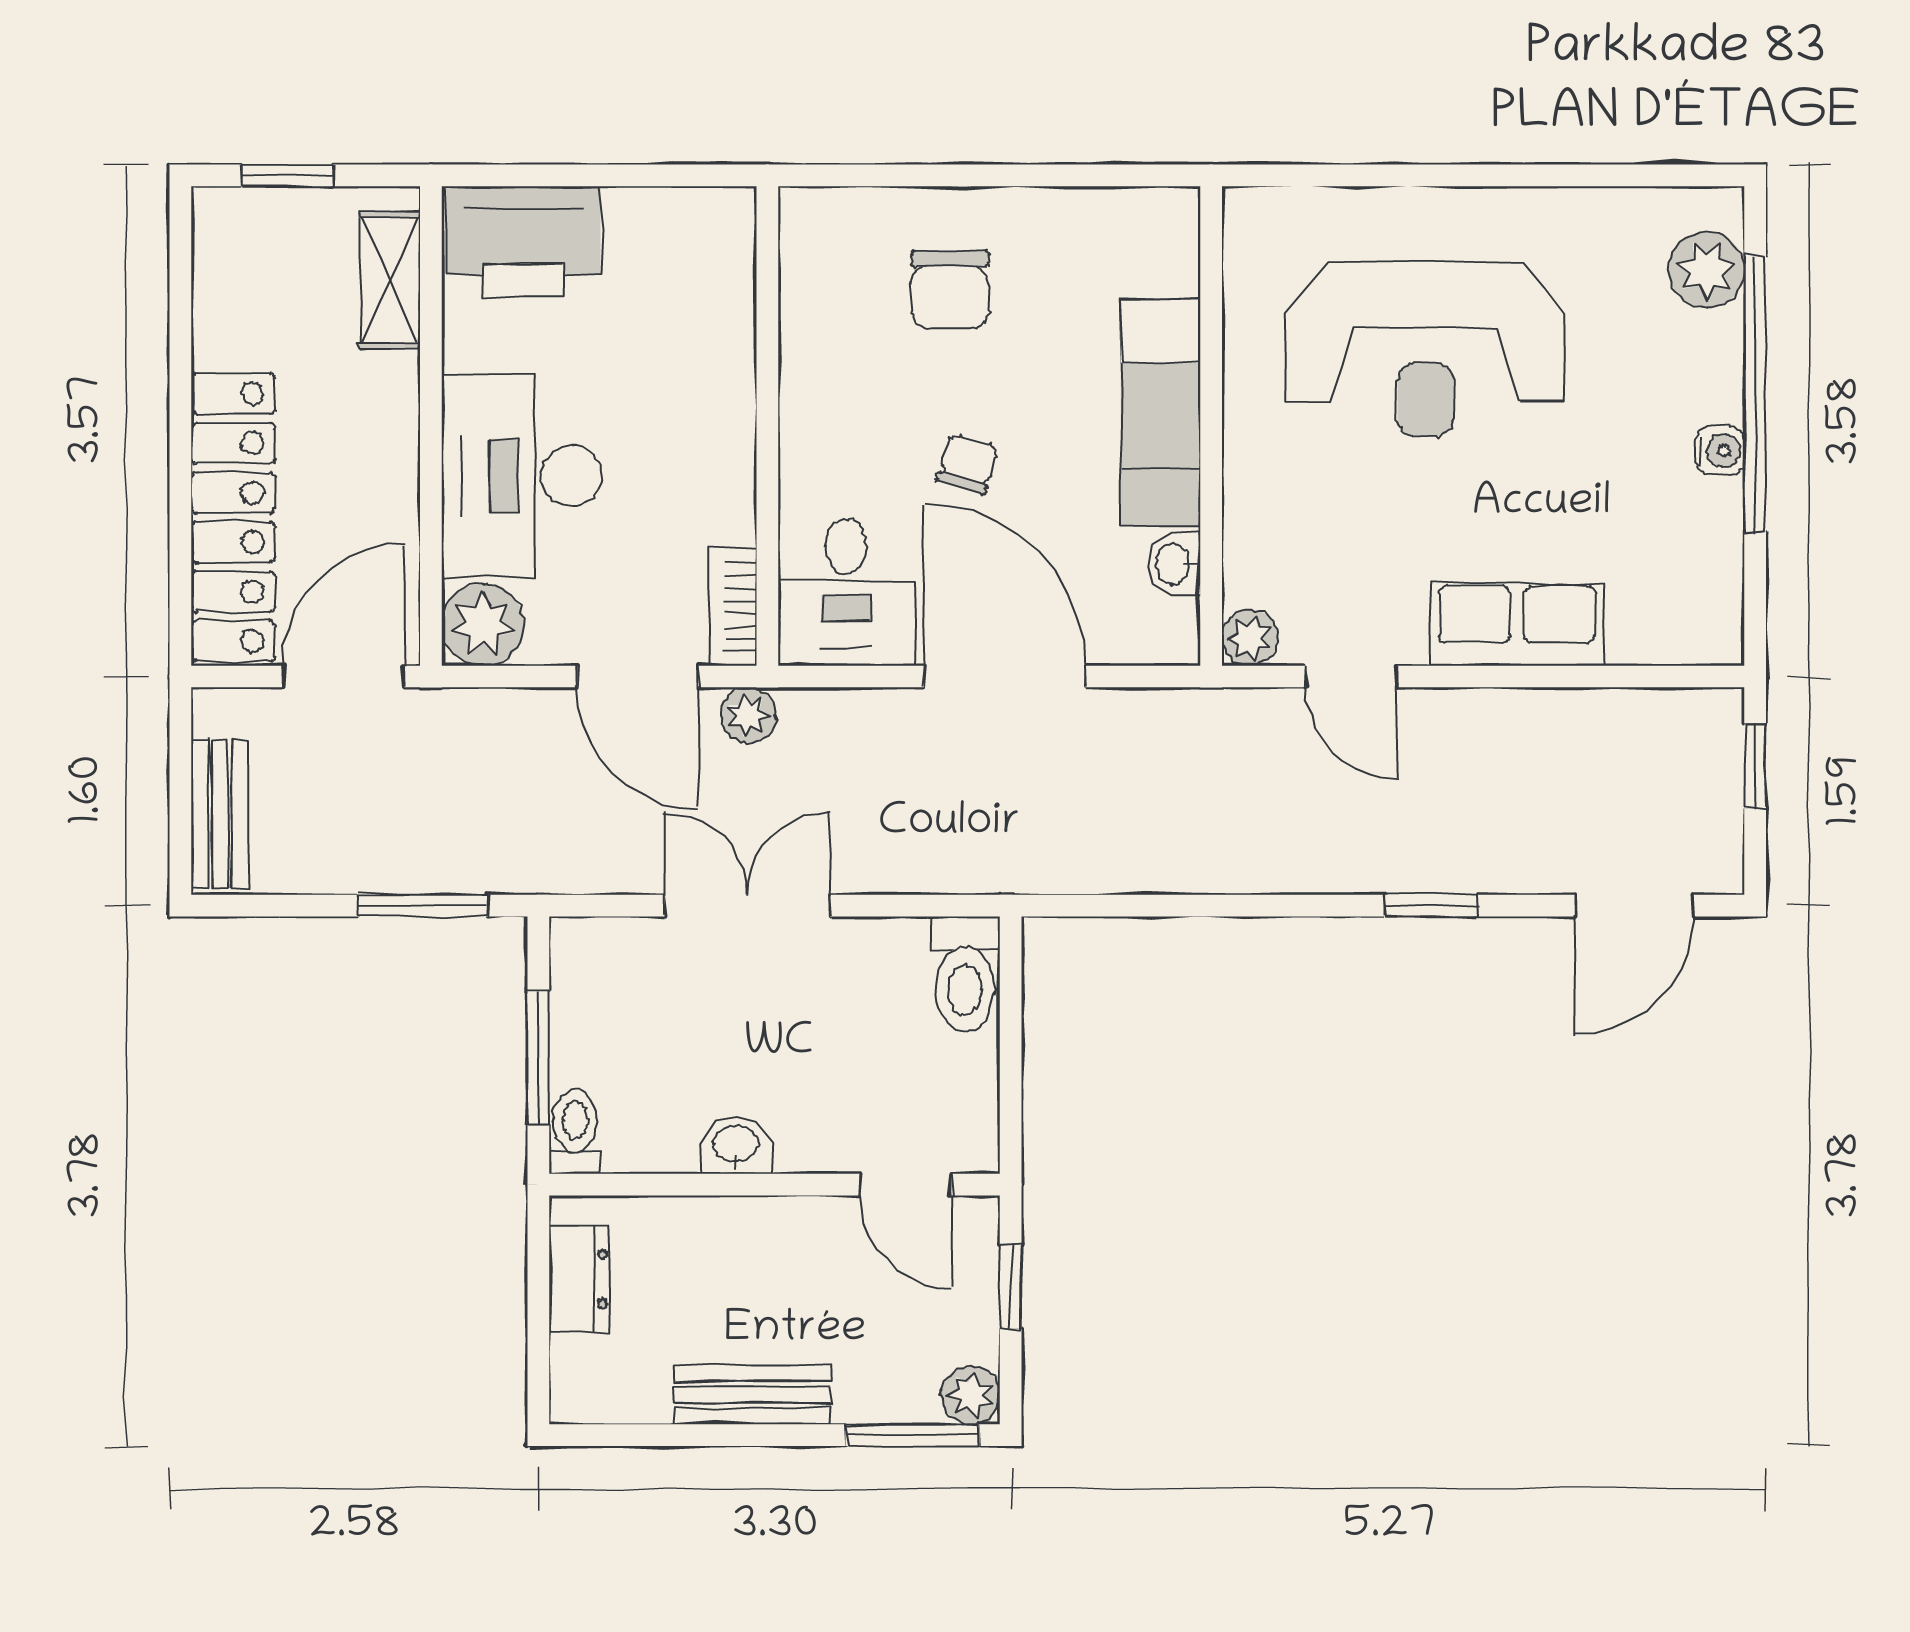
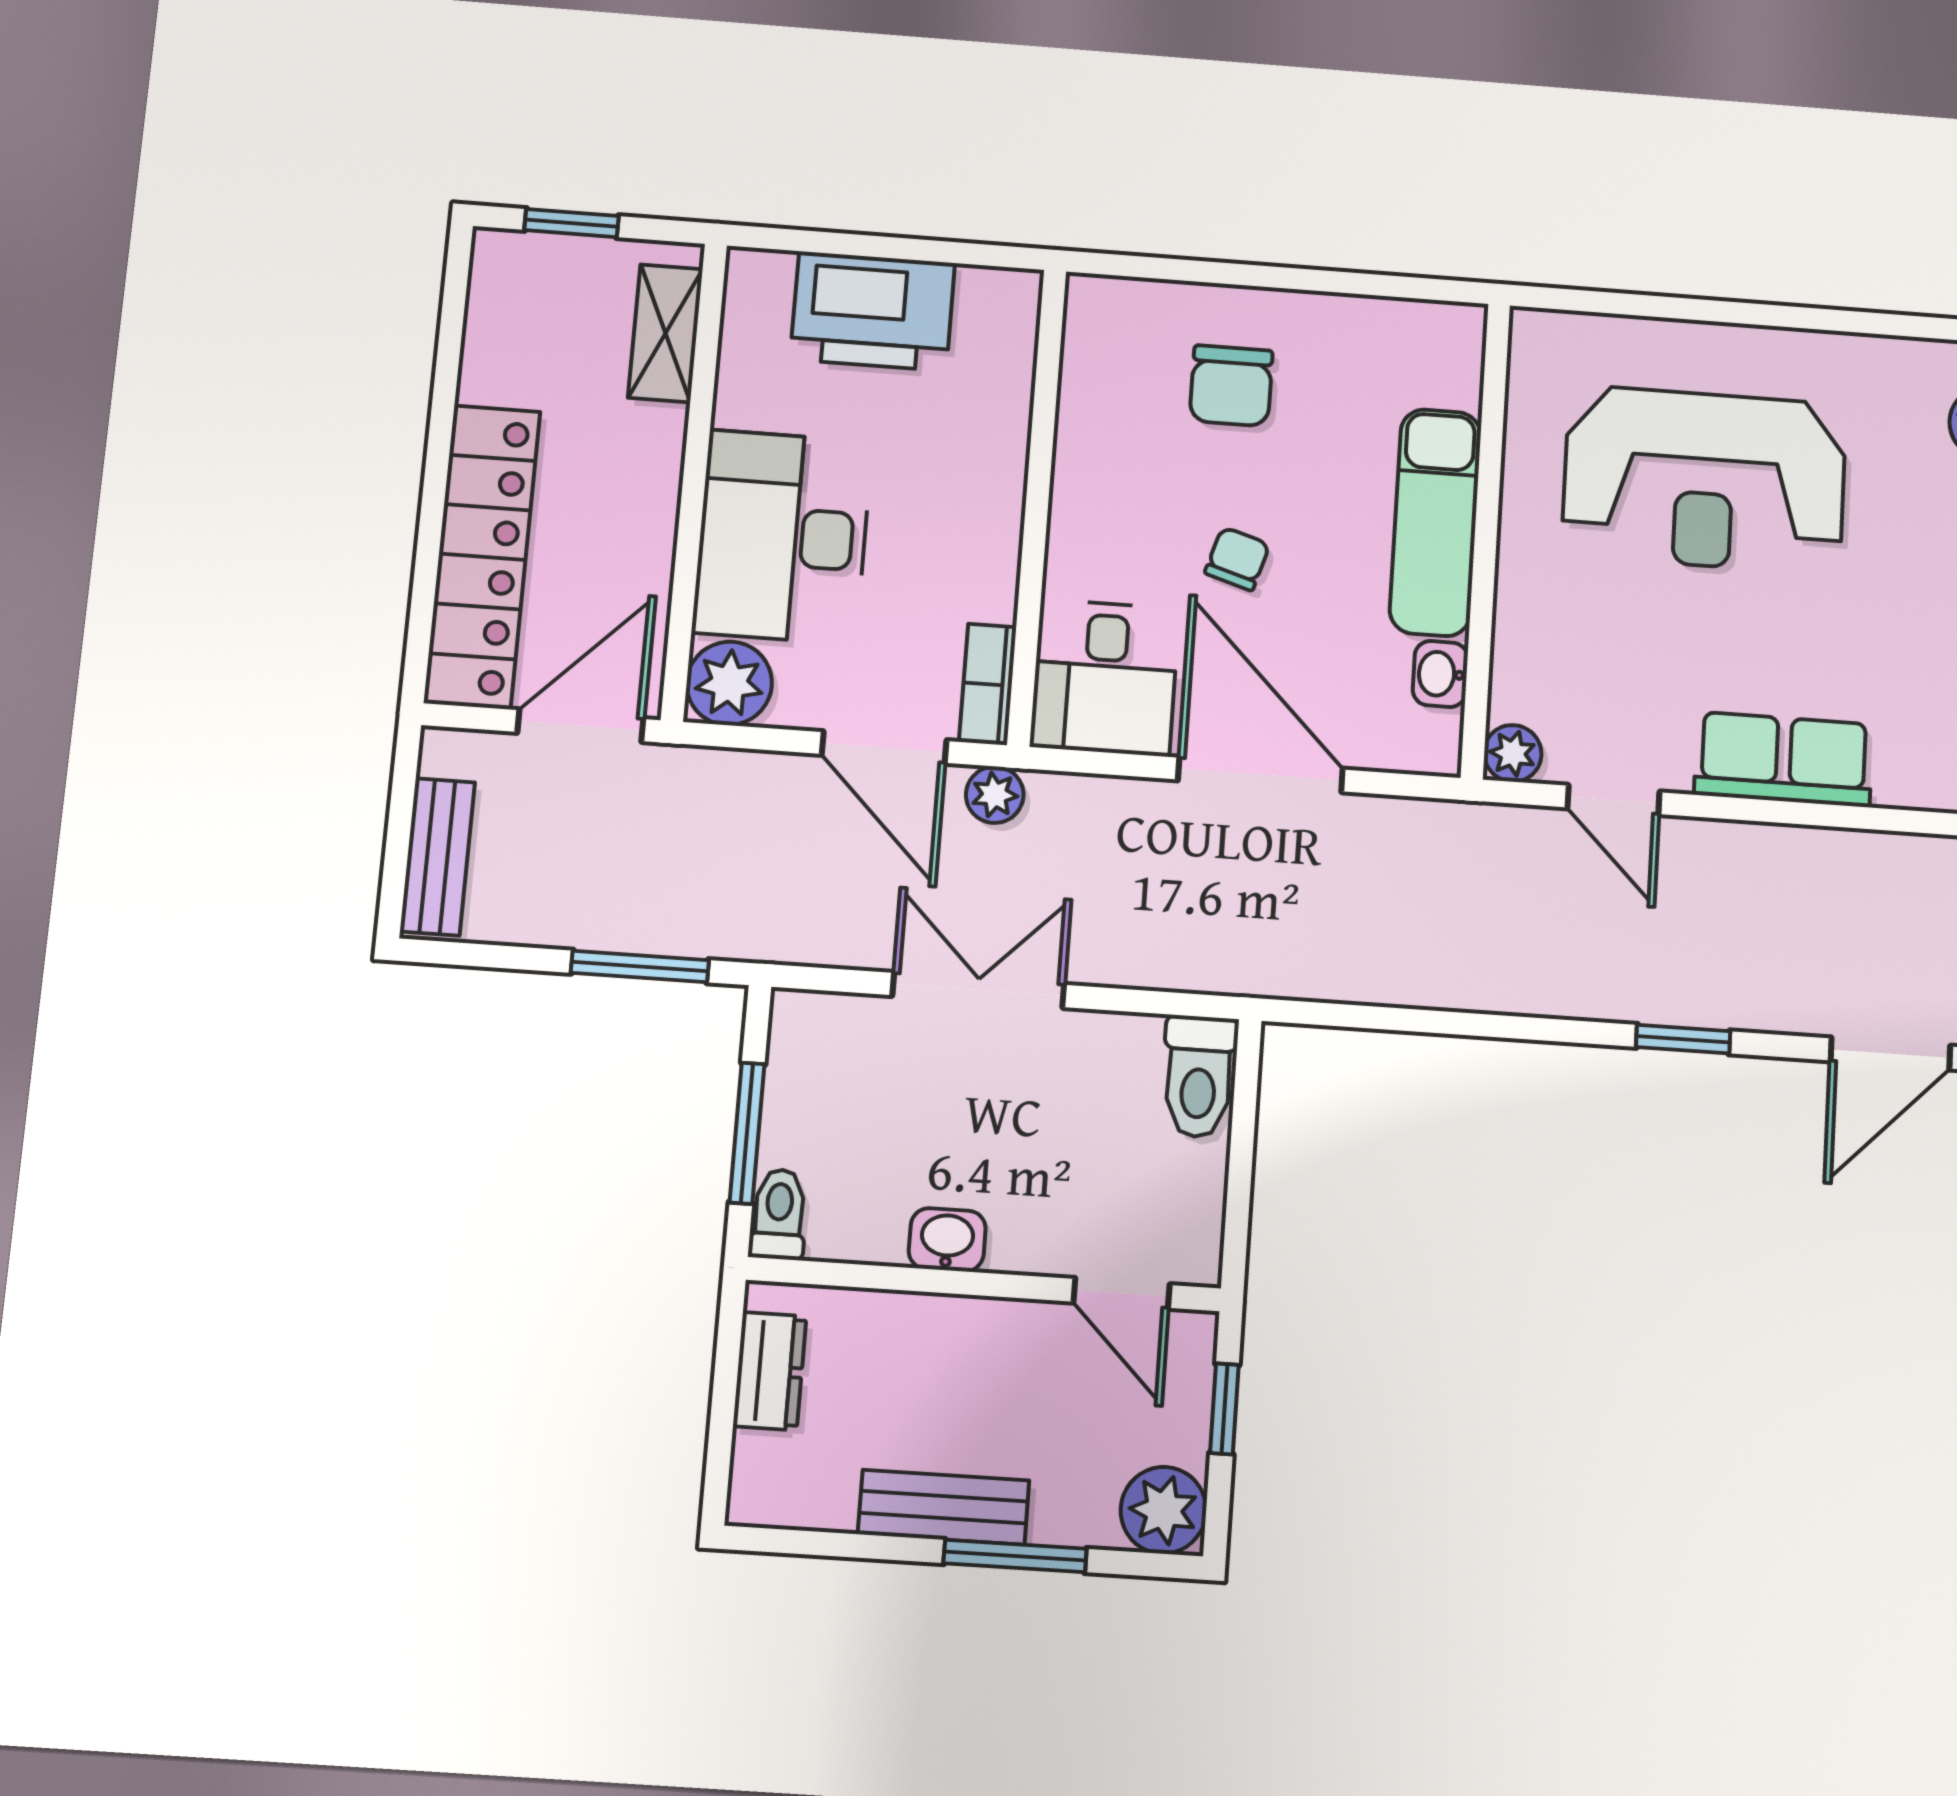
printer: (523, 242) -> (873, 311), moved
plant: (971, 1395) -> (1163, 1510), width x1.38, depth x1.38
window: (913, 1435) -> (1015, 1556), moved

